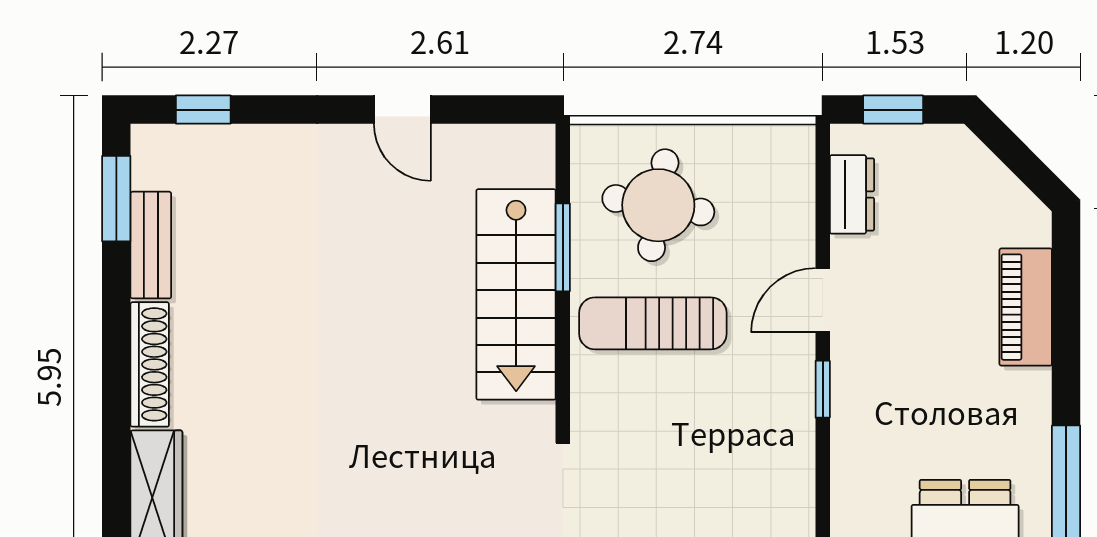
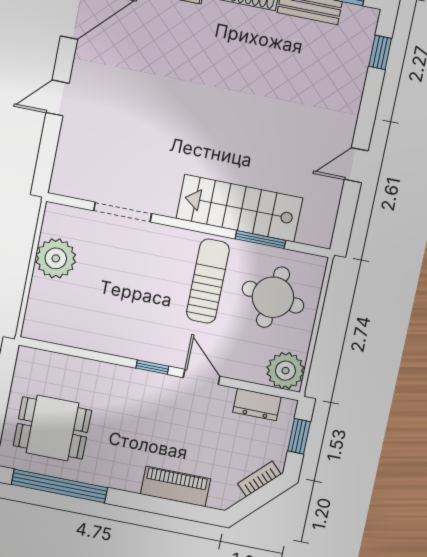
plant: (782, 157) -> (285, 371), added
bookcase: (983, 163) -> (259, 479), added

